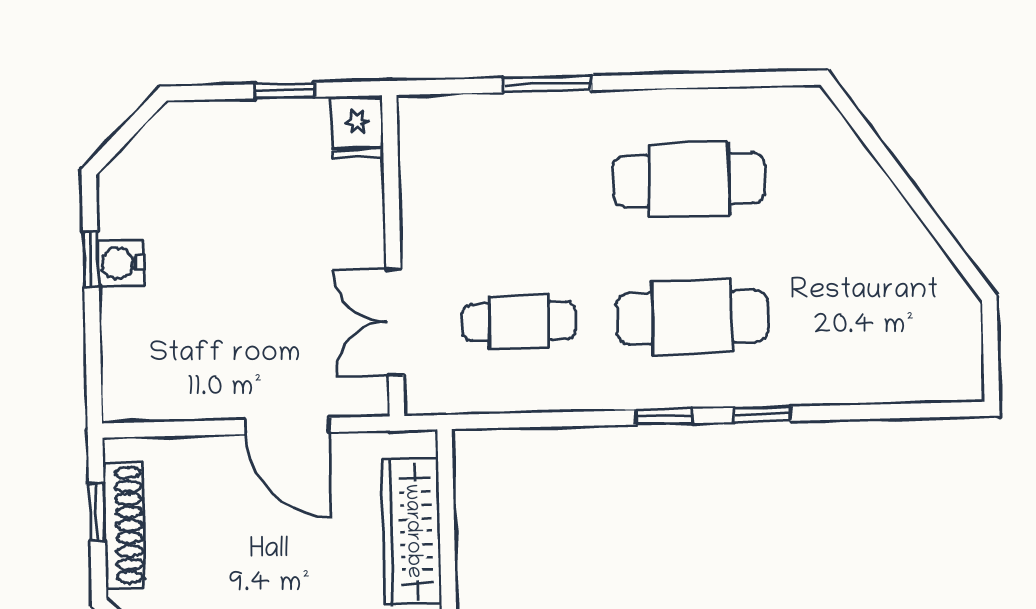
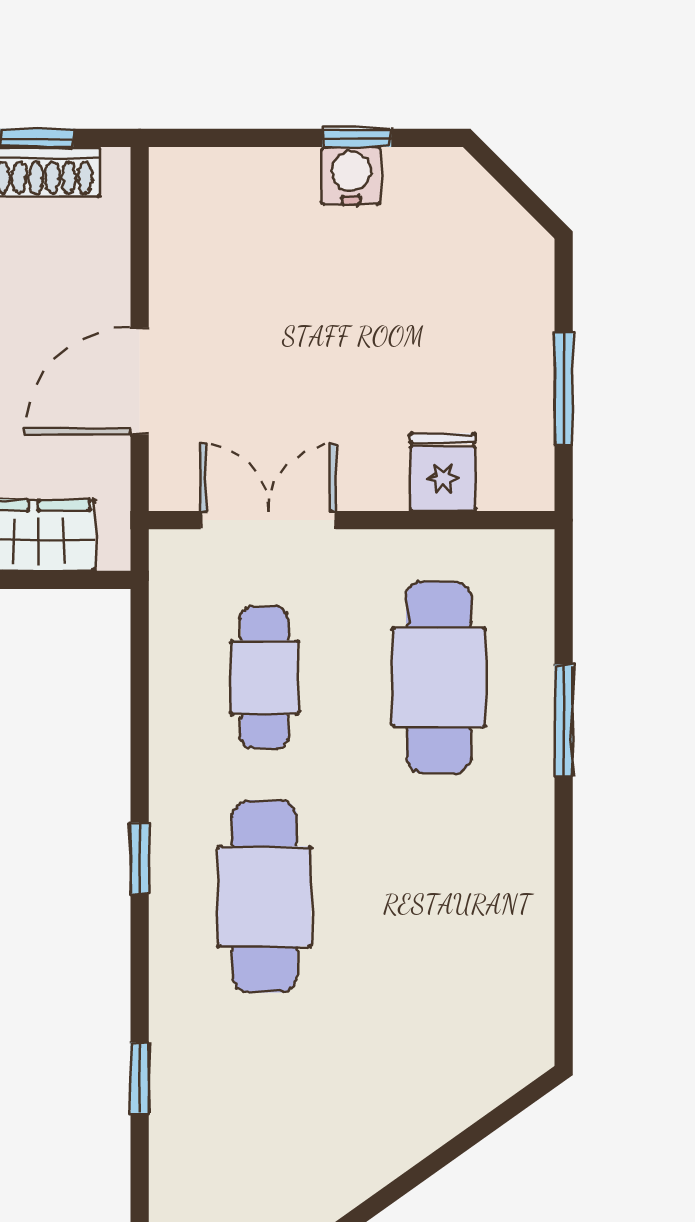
window: (285, 91) -> (564, 388), width x1.50
fridge: (357, 127) -> (443, 472), moved, turned 90
cafe table: (689, 180) -> (439, 678), moved
window: (762, 414) -> (140, 1078), moved

